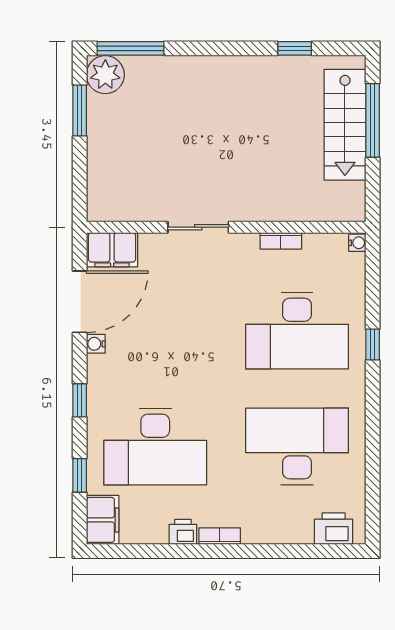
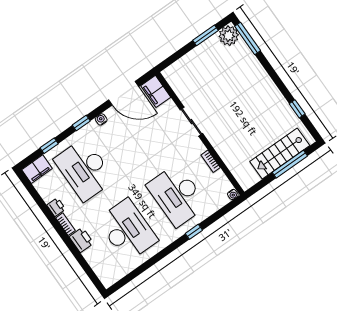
water cooler: (96, 344) -> (101, 119), moved
printer: (334, 529) -> (81, 240), moved

